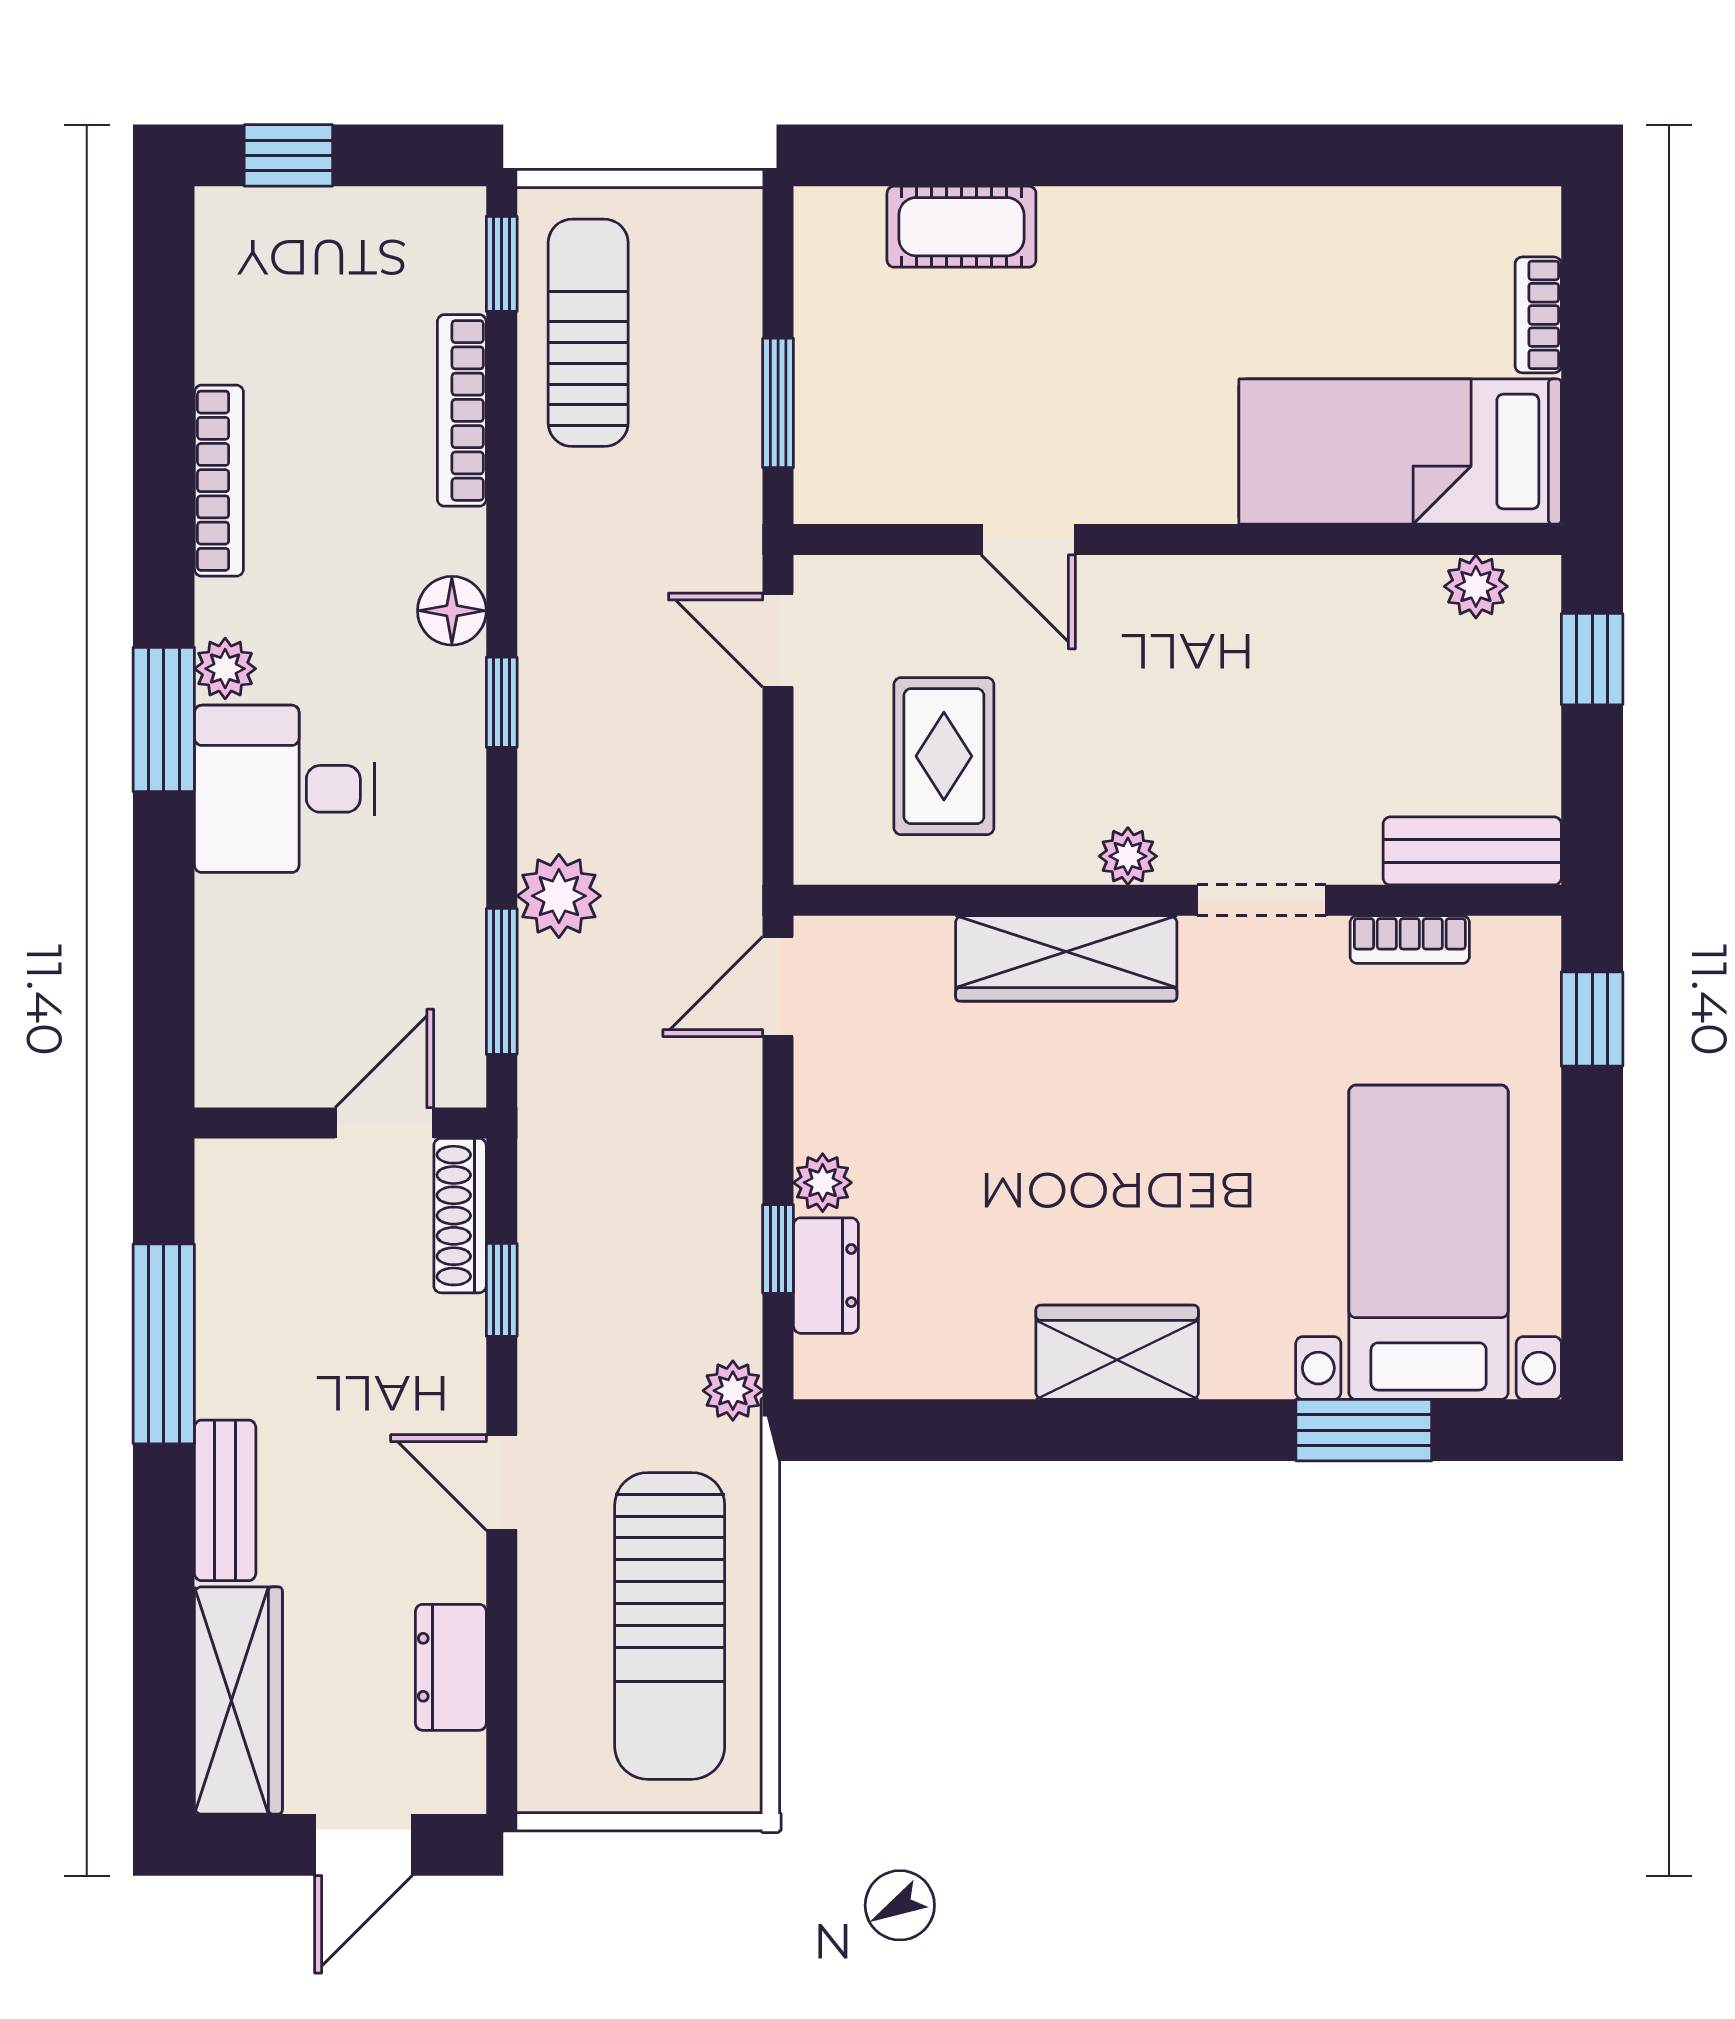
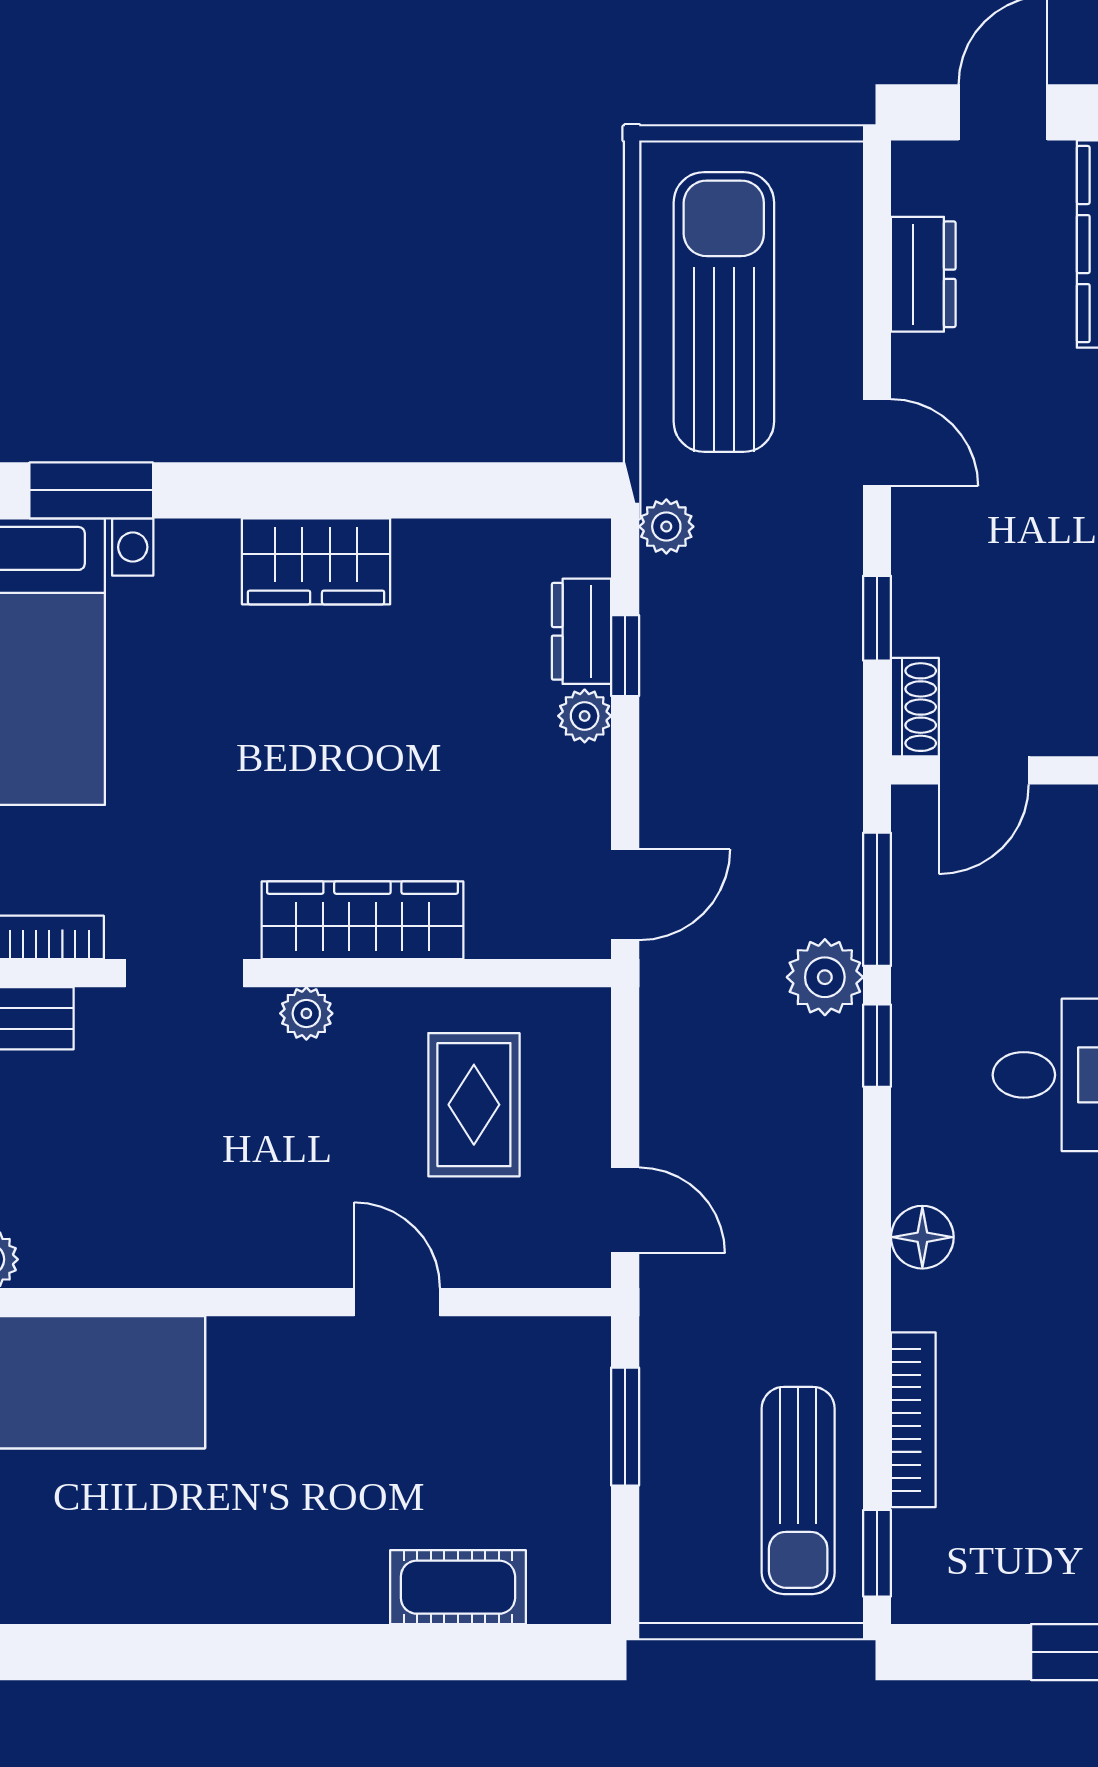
window: (502, 702) -> (877, 1046), moved
shoe rack: (460, 1216) -> (915, 707), width x0.70

